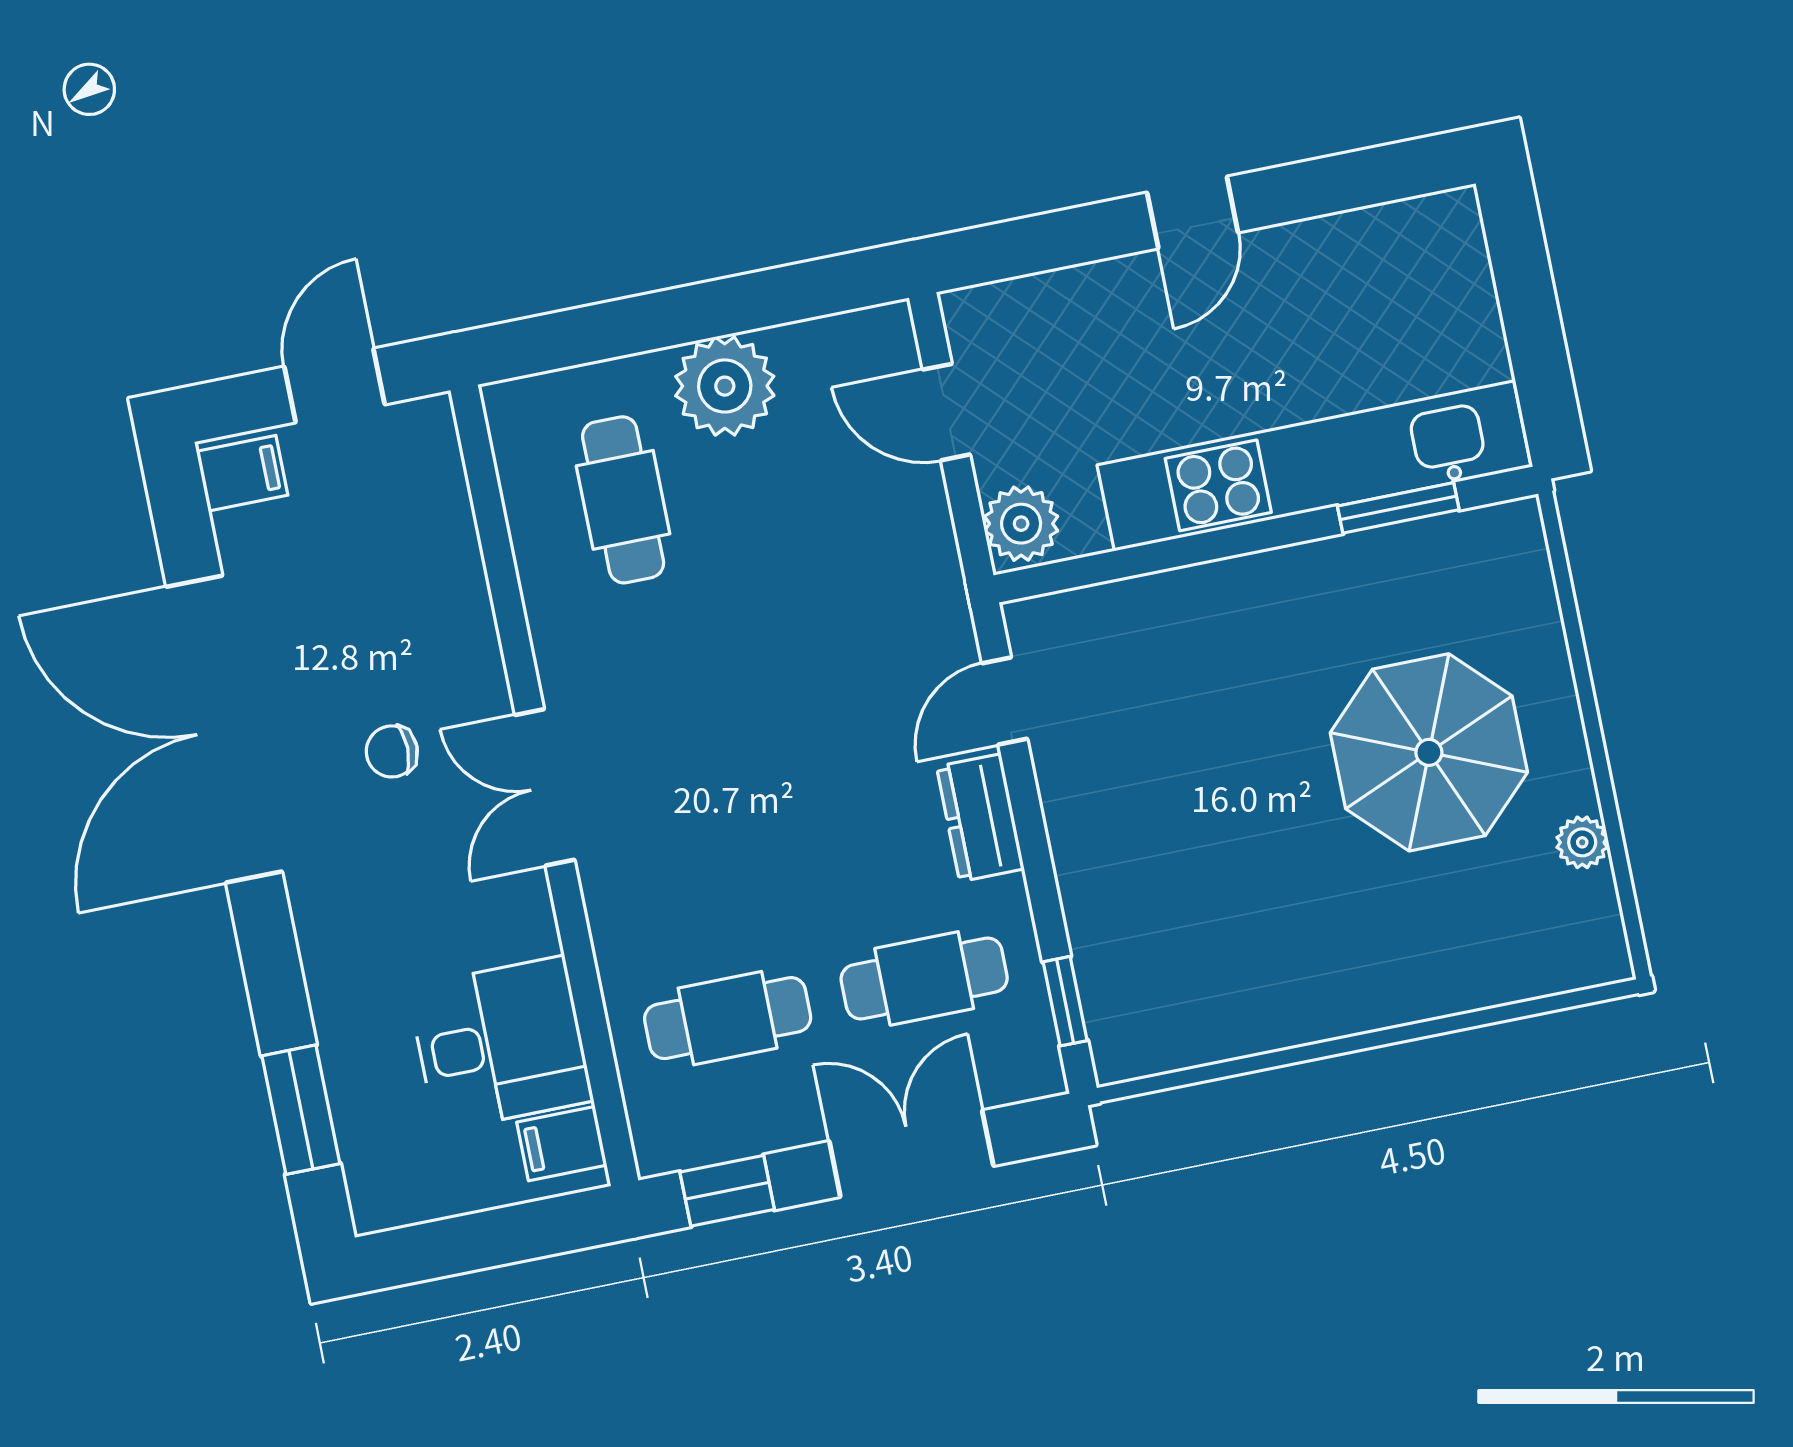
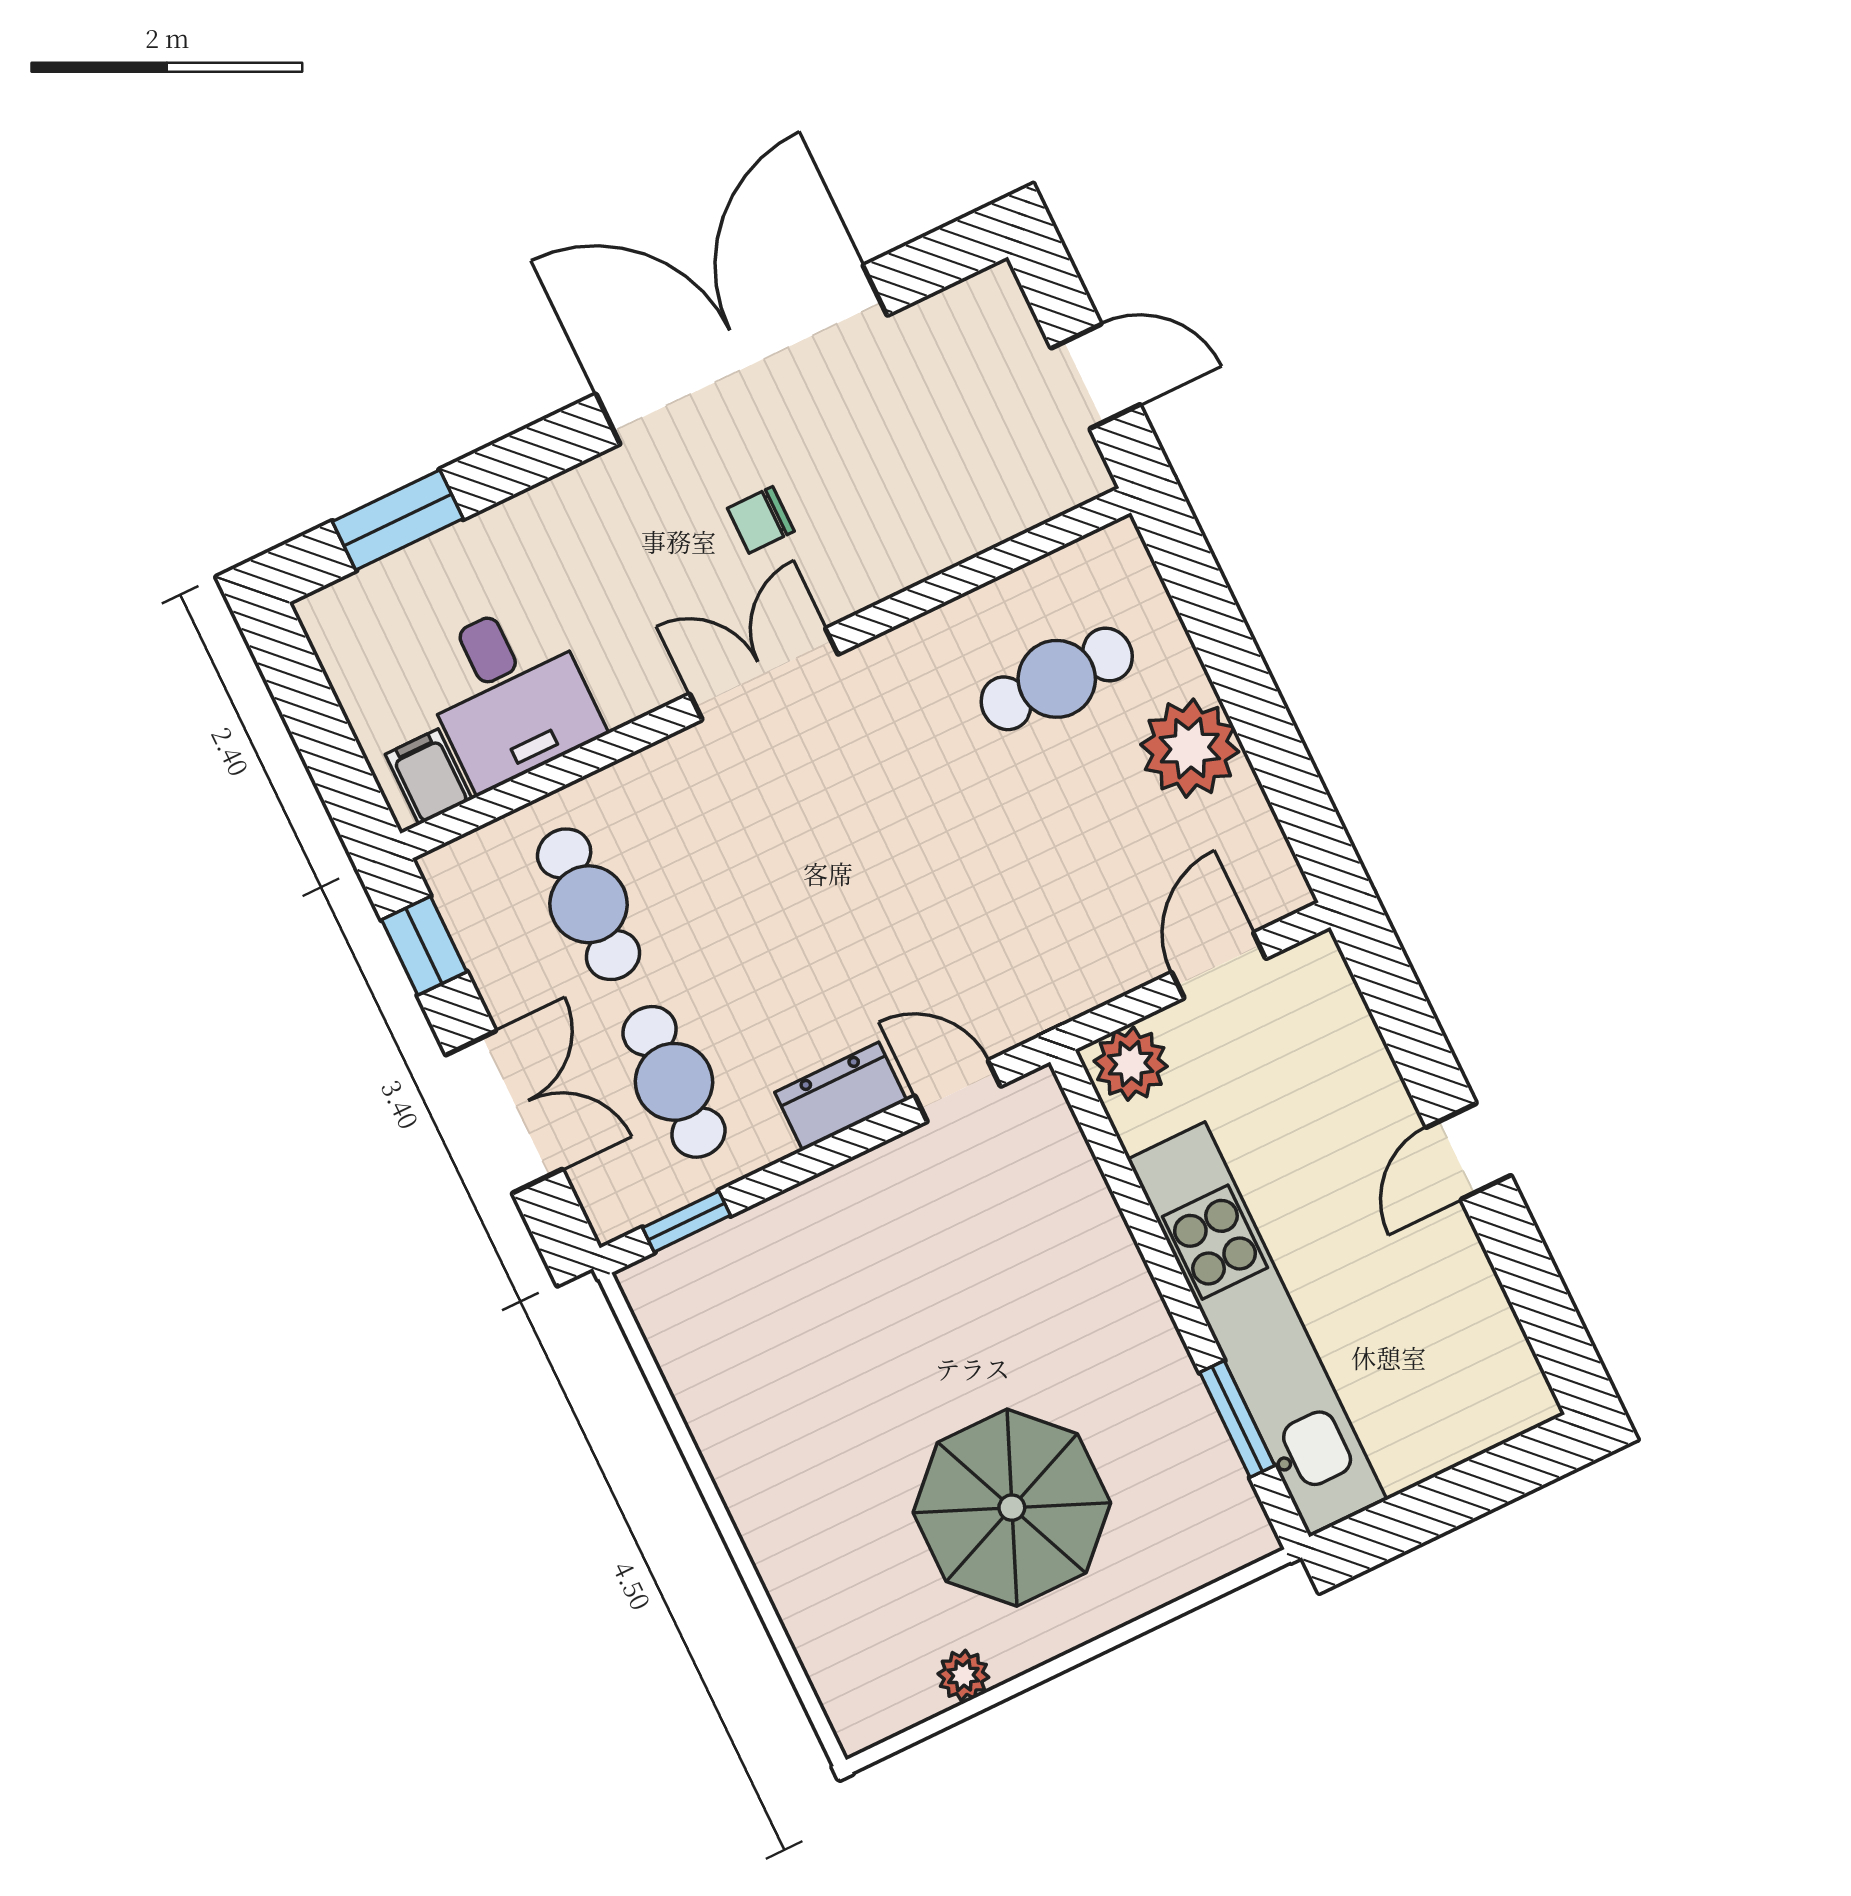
door: (1193, 212) -> (1469, 1151), hinge flipped
filing cabinet: (242, 473) -> (990, 310), removed
chair: (392, 751) -> (761, 520), turned -90

